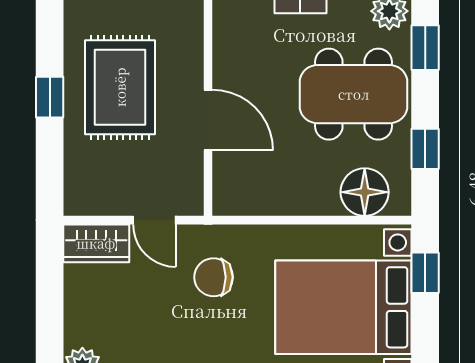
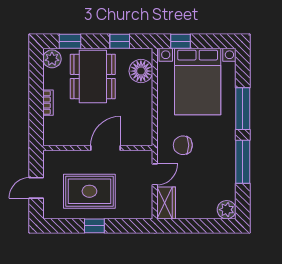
chair: (214, 277) -> (183, 145), turned 90

